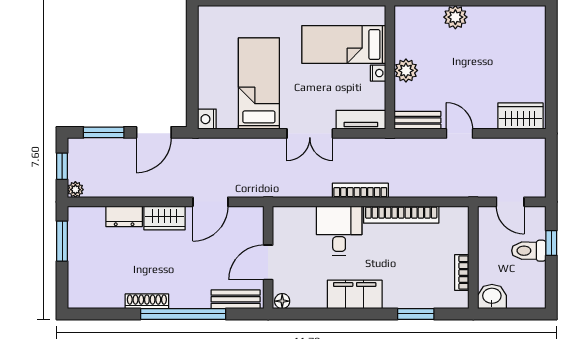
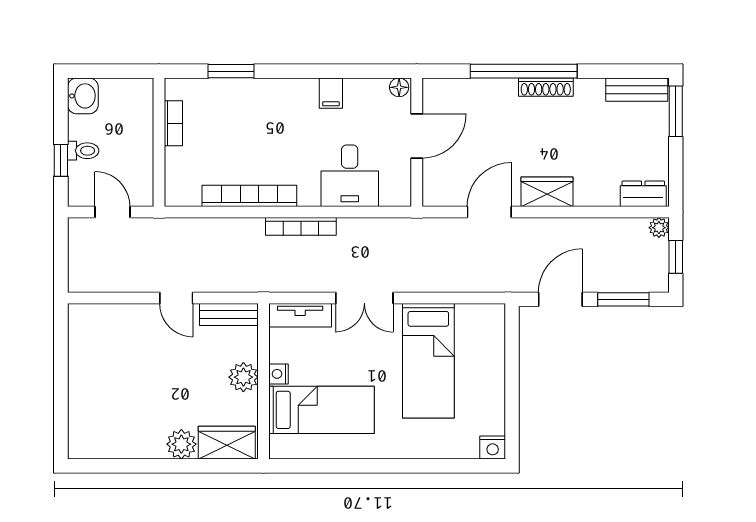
wardrobe: (520, 116) -> (227, 443), moved, turned 180
nightstand: (207, 119) -> (493, 447), moved, turned 90
double door: (310, 133) -> (364, 298), swing flipped
dresser: (124, 216) -> (643, 194), moved
desk: (339, 231) -> (350, 176), moved
window: (62, 241) -> (676, 111), moved
toilet: (529, 251) -> (83, 151), width x0.73, depth x0.72
filing cabinet: (355, 294) -> (331, 93), width x0.33, depth x0.86
washbasin: (492, 296) -> (83, 96), moved, turned -90
bench: (236, 299) -> (637, 90), moved
shoe rack: (147, 301) -> (546, 87), moved

